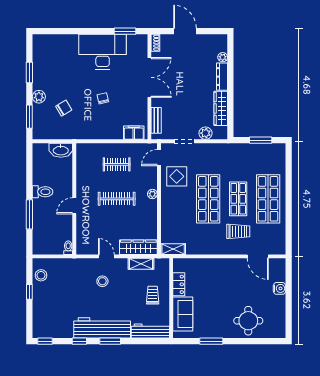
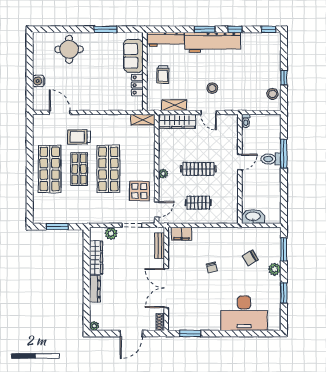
door: (185, 31) -> (131, 333), hinge flipped
desk: (103, 52) -> (244, 313), moved
plant: (223, 57) -> (94, 326), moved
toilet: (43, 192) -> (271, 159), moved

